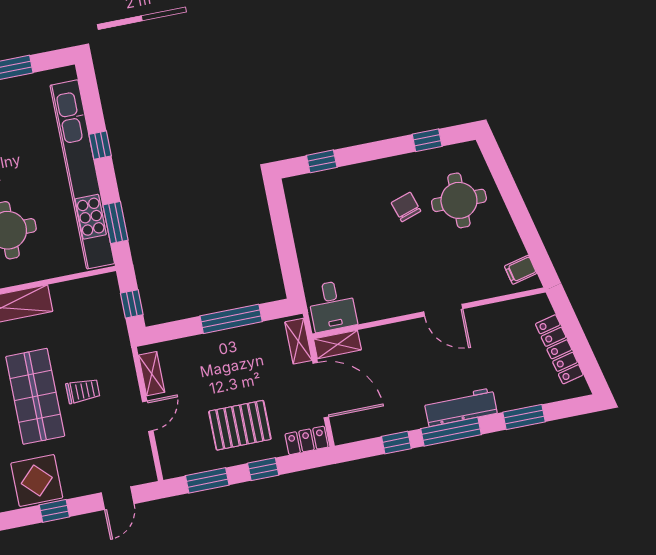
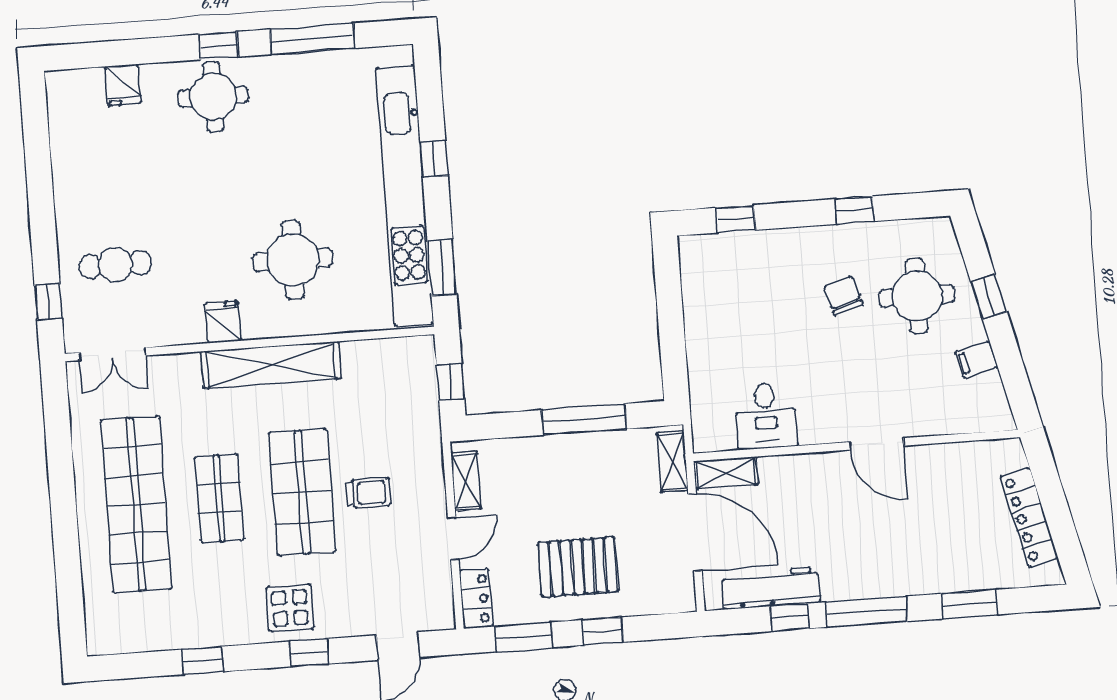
window: (427, 140) -> (854, 210), moved
window: (511, 195) -> (989, 297), added
filing cabinet: (521, 270) -> (976, 360), moved
desk: (332, 306) -> (766, 416), moved
workbench: (461, 407) -> (771, 588), moved
locker: (307, 440) -> (476, 599), moved, turned 90
display table: (37, 480) -> (290, 608), width x0.73, depth x0.73

